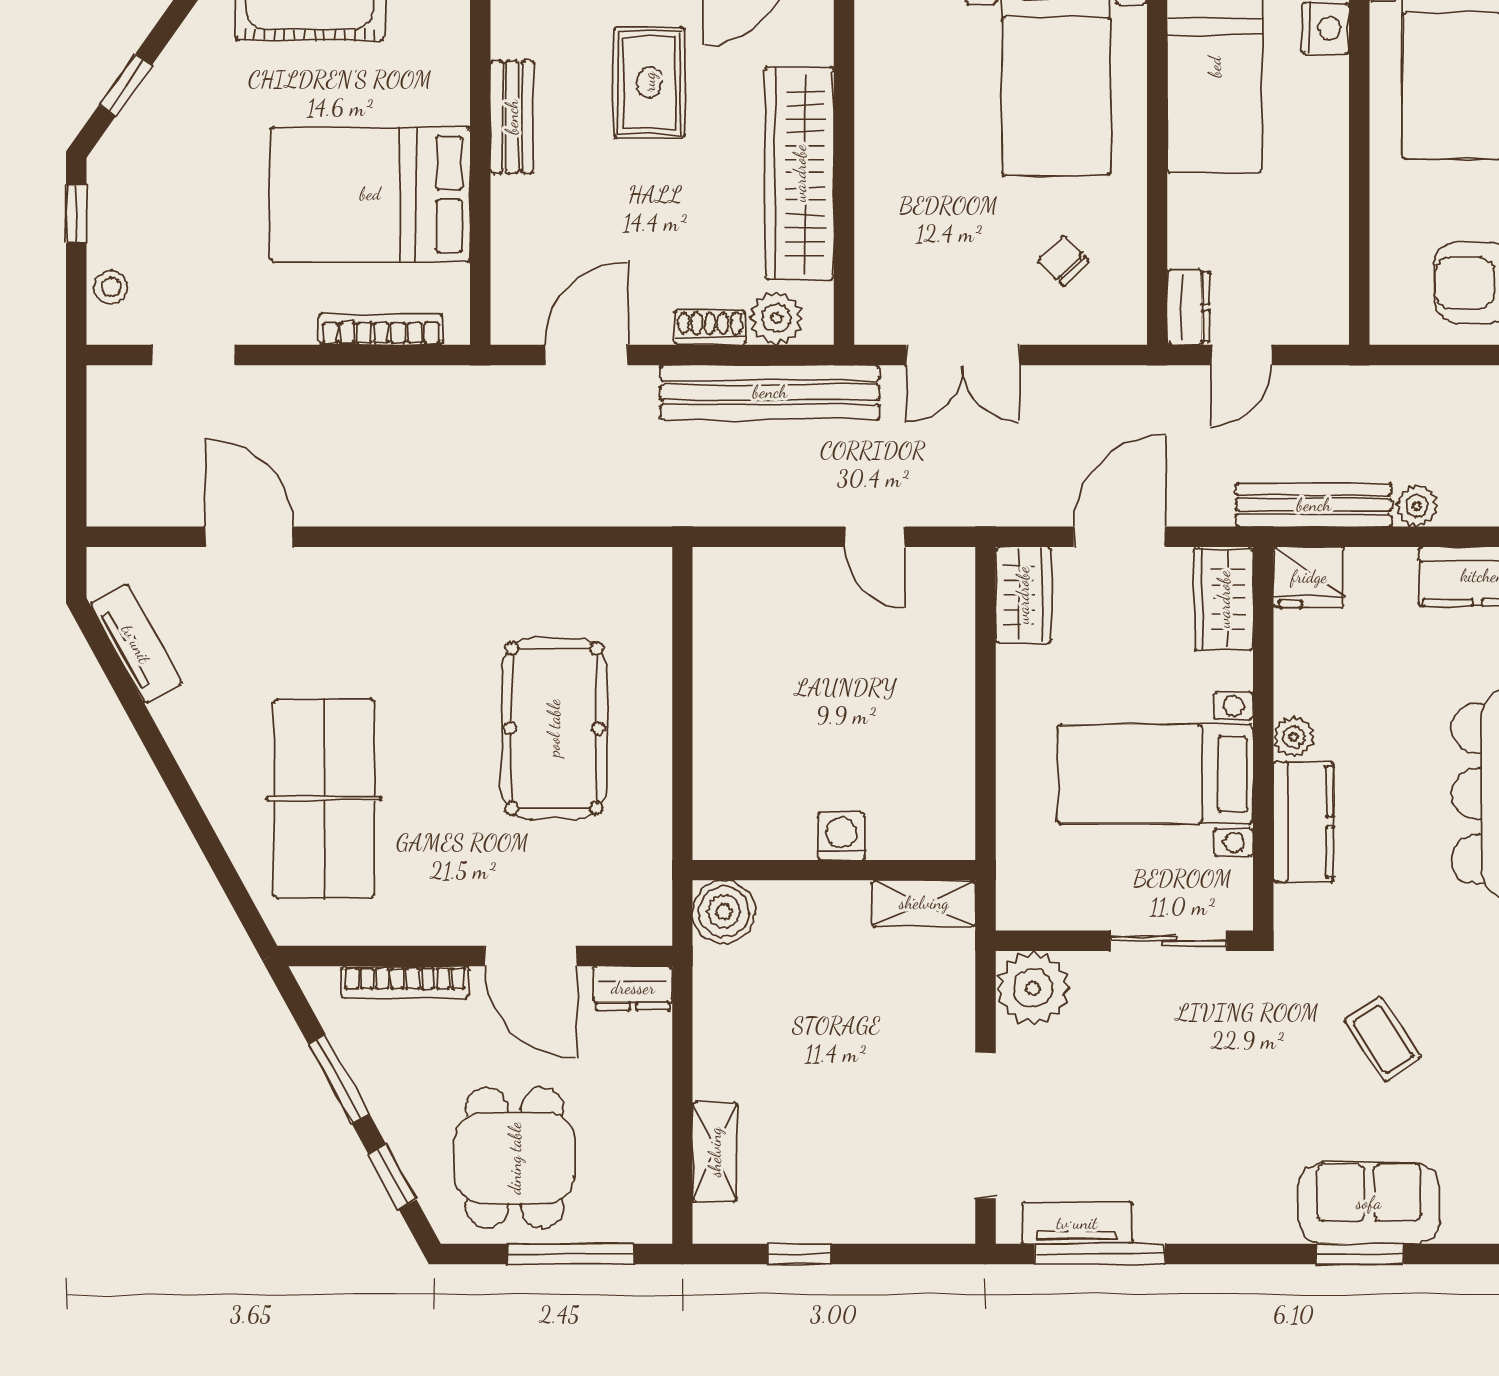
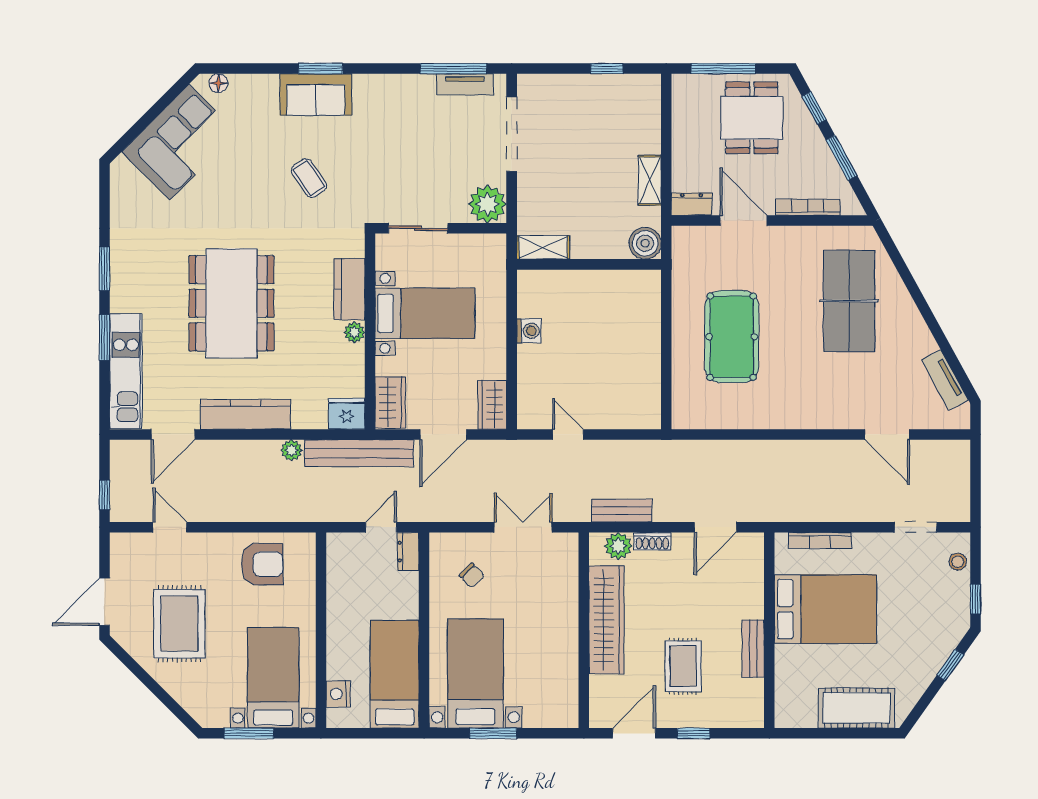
bench: (770, 392) -> (622, 511), width x0.54, depth x0.82
bench: (1314, 505) -> (359, 453), width x1.37, depth x1.21
washing machine: (841, 836) -> (529, 331), moved, turned -90
shelving: (715, 1152) -> (650, 180), moved

